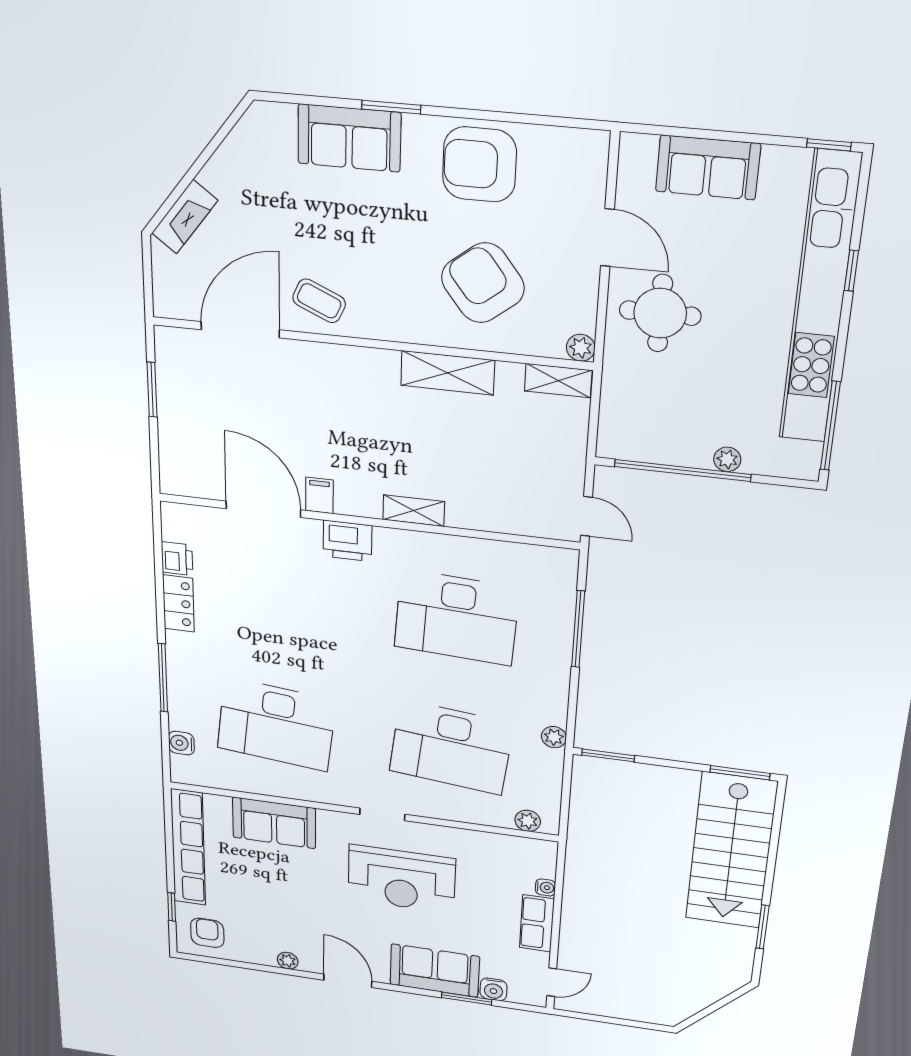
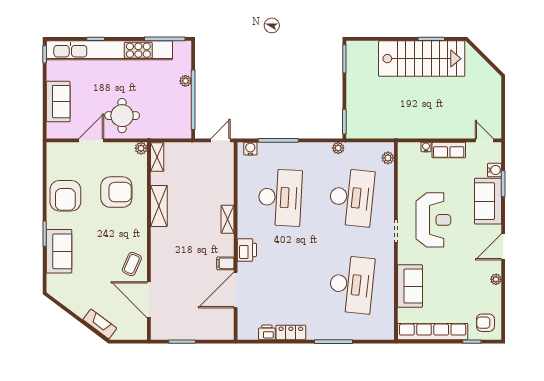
armchair: (483, 283) -> (116, 192), turned -142
water cooler: (181, 743) -> (250, 149), moved, turned 180
stairs: (731, 851) -> (422, 59), moved

